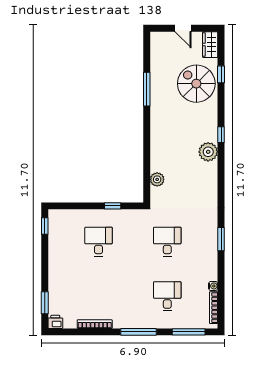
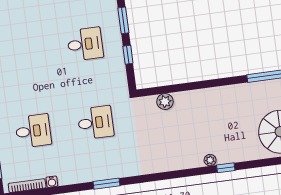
plant: (208, 152) -> (210, 160), width x0.53, depth x0.53
window: (83, 206) -> (123, 20), added

